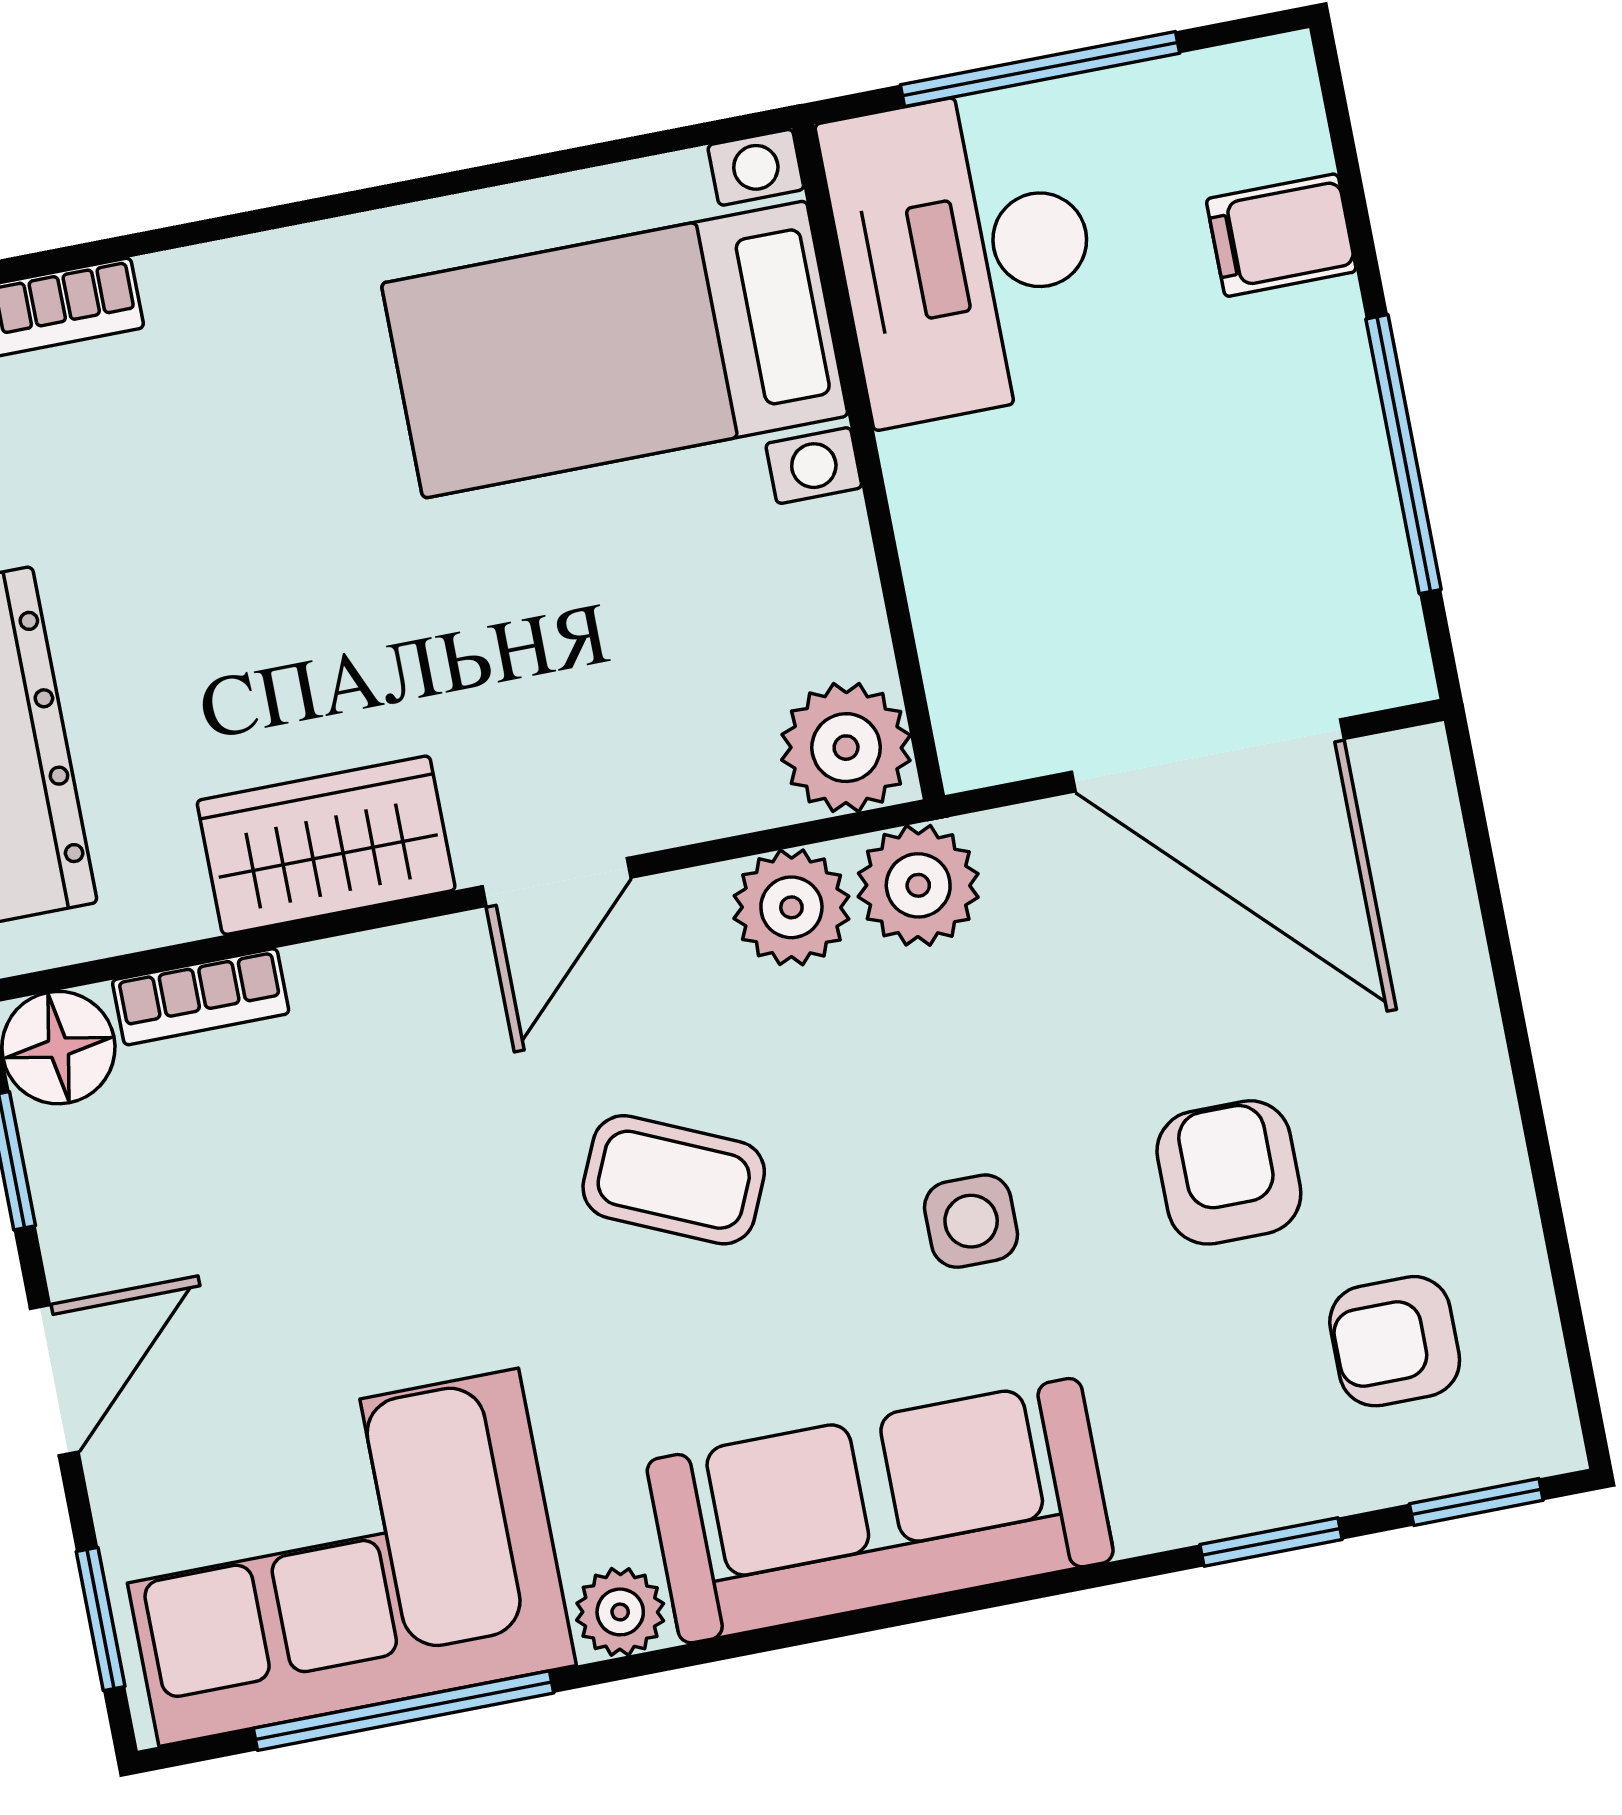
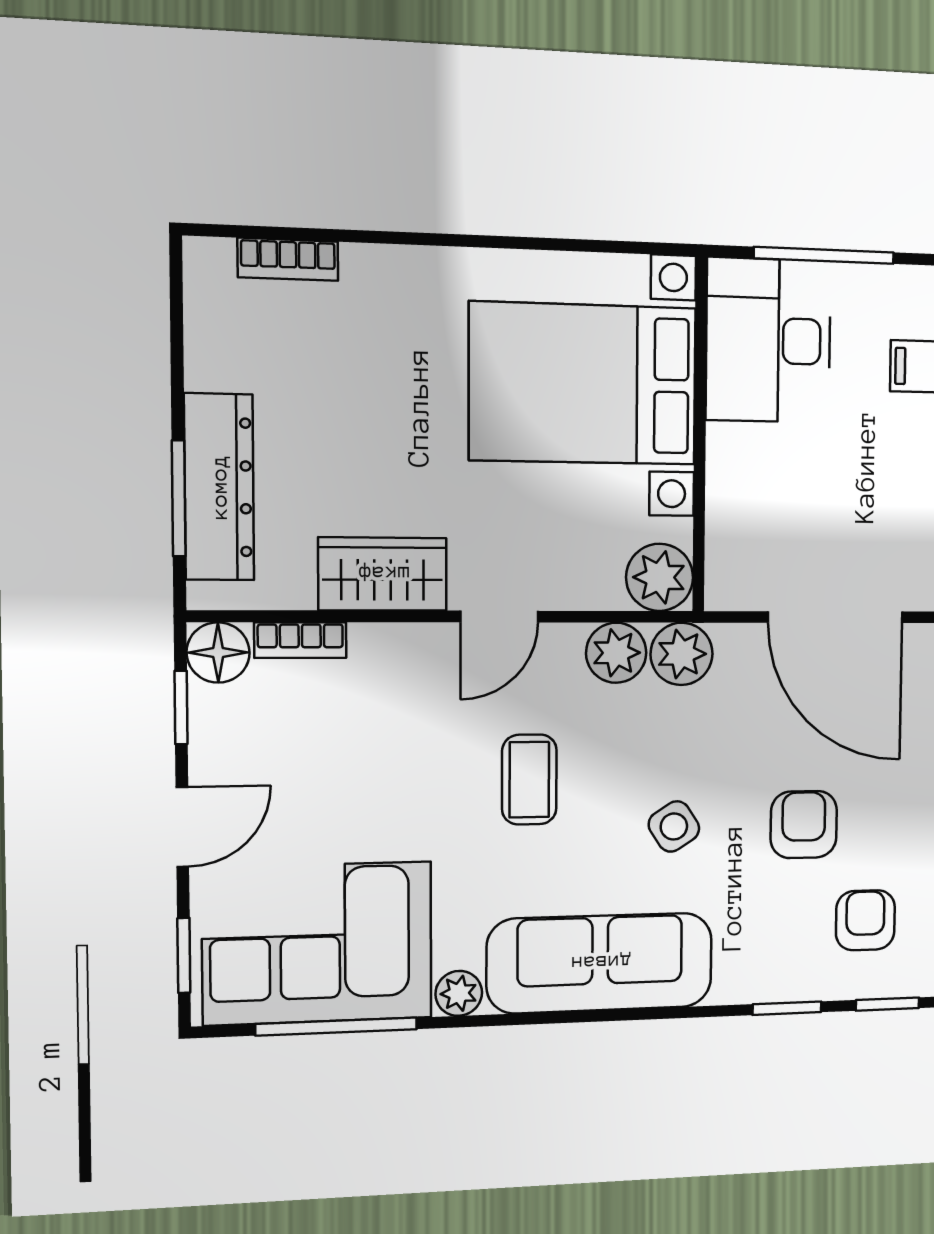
bed with nightstands: (615, 350) -> (583, 384), width x1.36
coffee table: (674, 1180) -> (529, 780), turned 66
side table: (971, 1221) -> (674, 826), turned -33
armchair: (1395, 1341) -> (865, 920), turned 90

